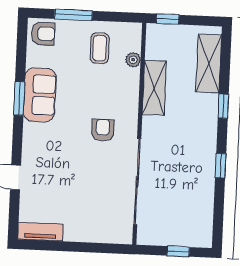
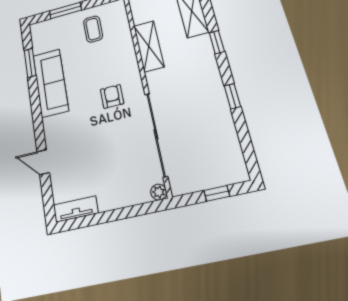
armchair: (43, 34) -> (44, 33), removed
plant: (133, 60) -> (159, 192), moved
sofa: (40, 95) -> (51, 83), width x1.36
window: (19, 98) -> (30, 63), moved

